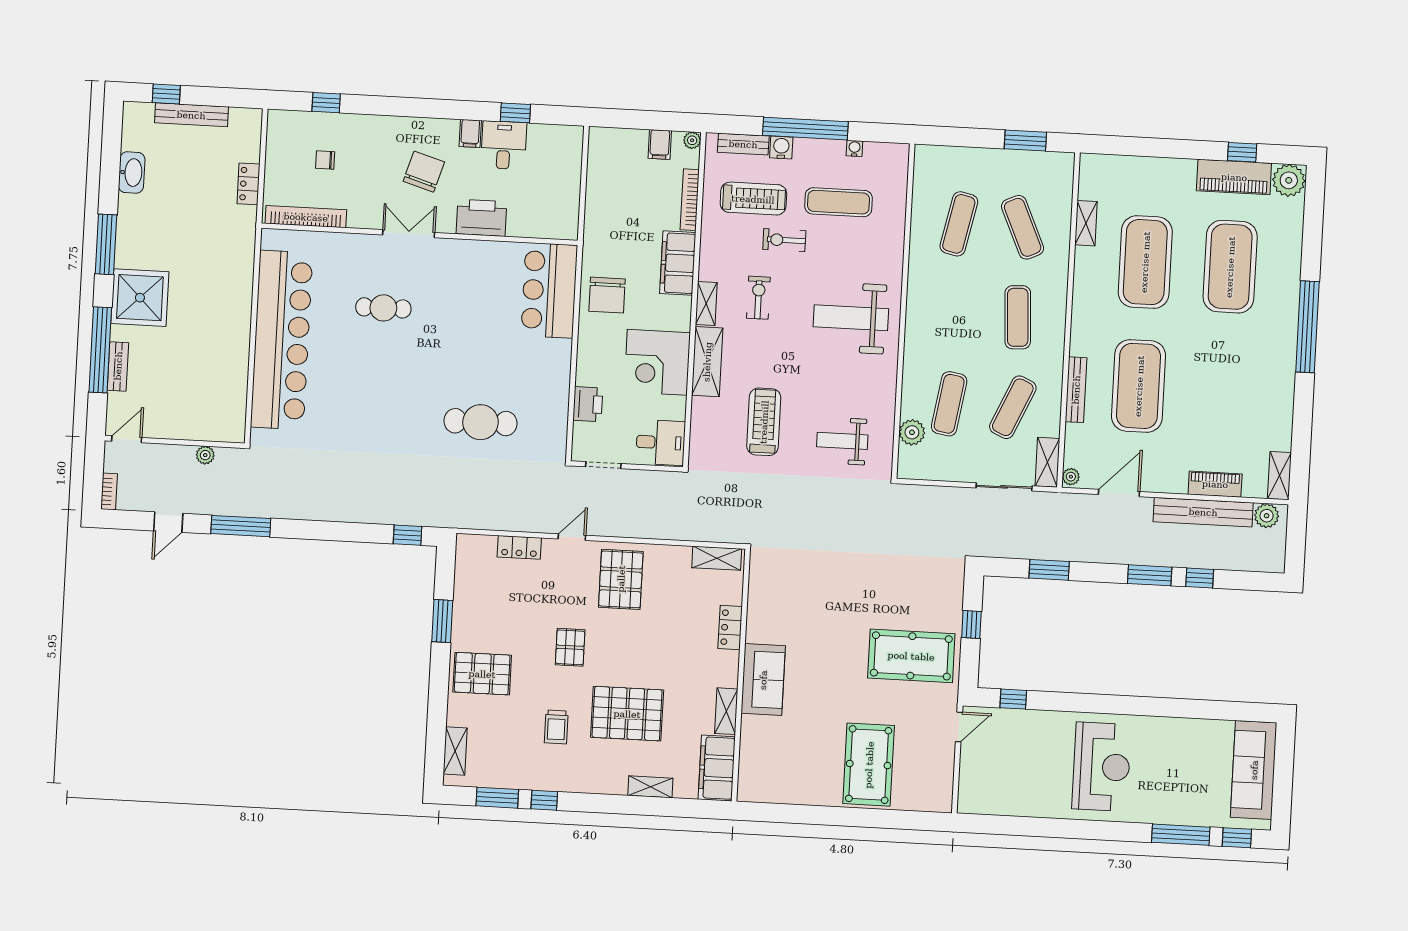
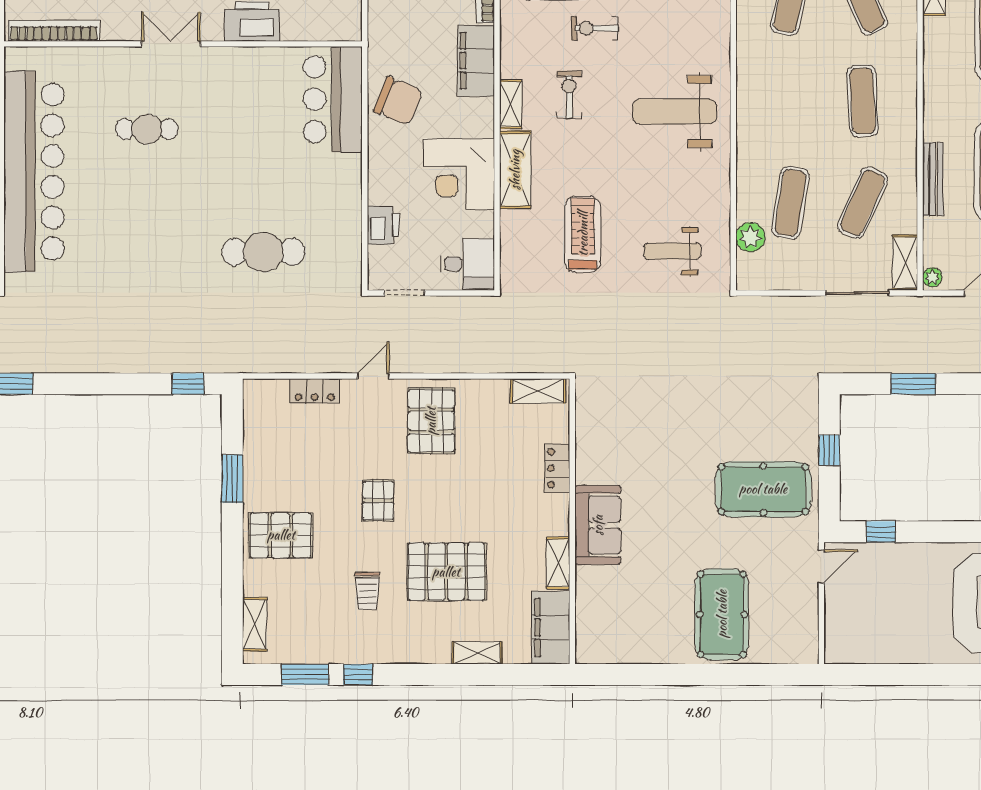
chair: (607, 295) -> (398, 101), turned -68

